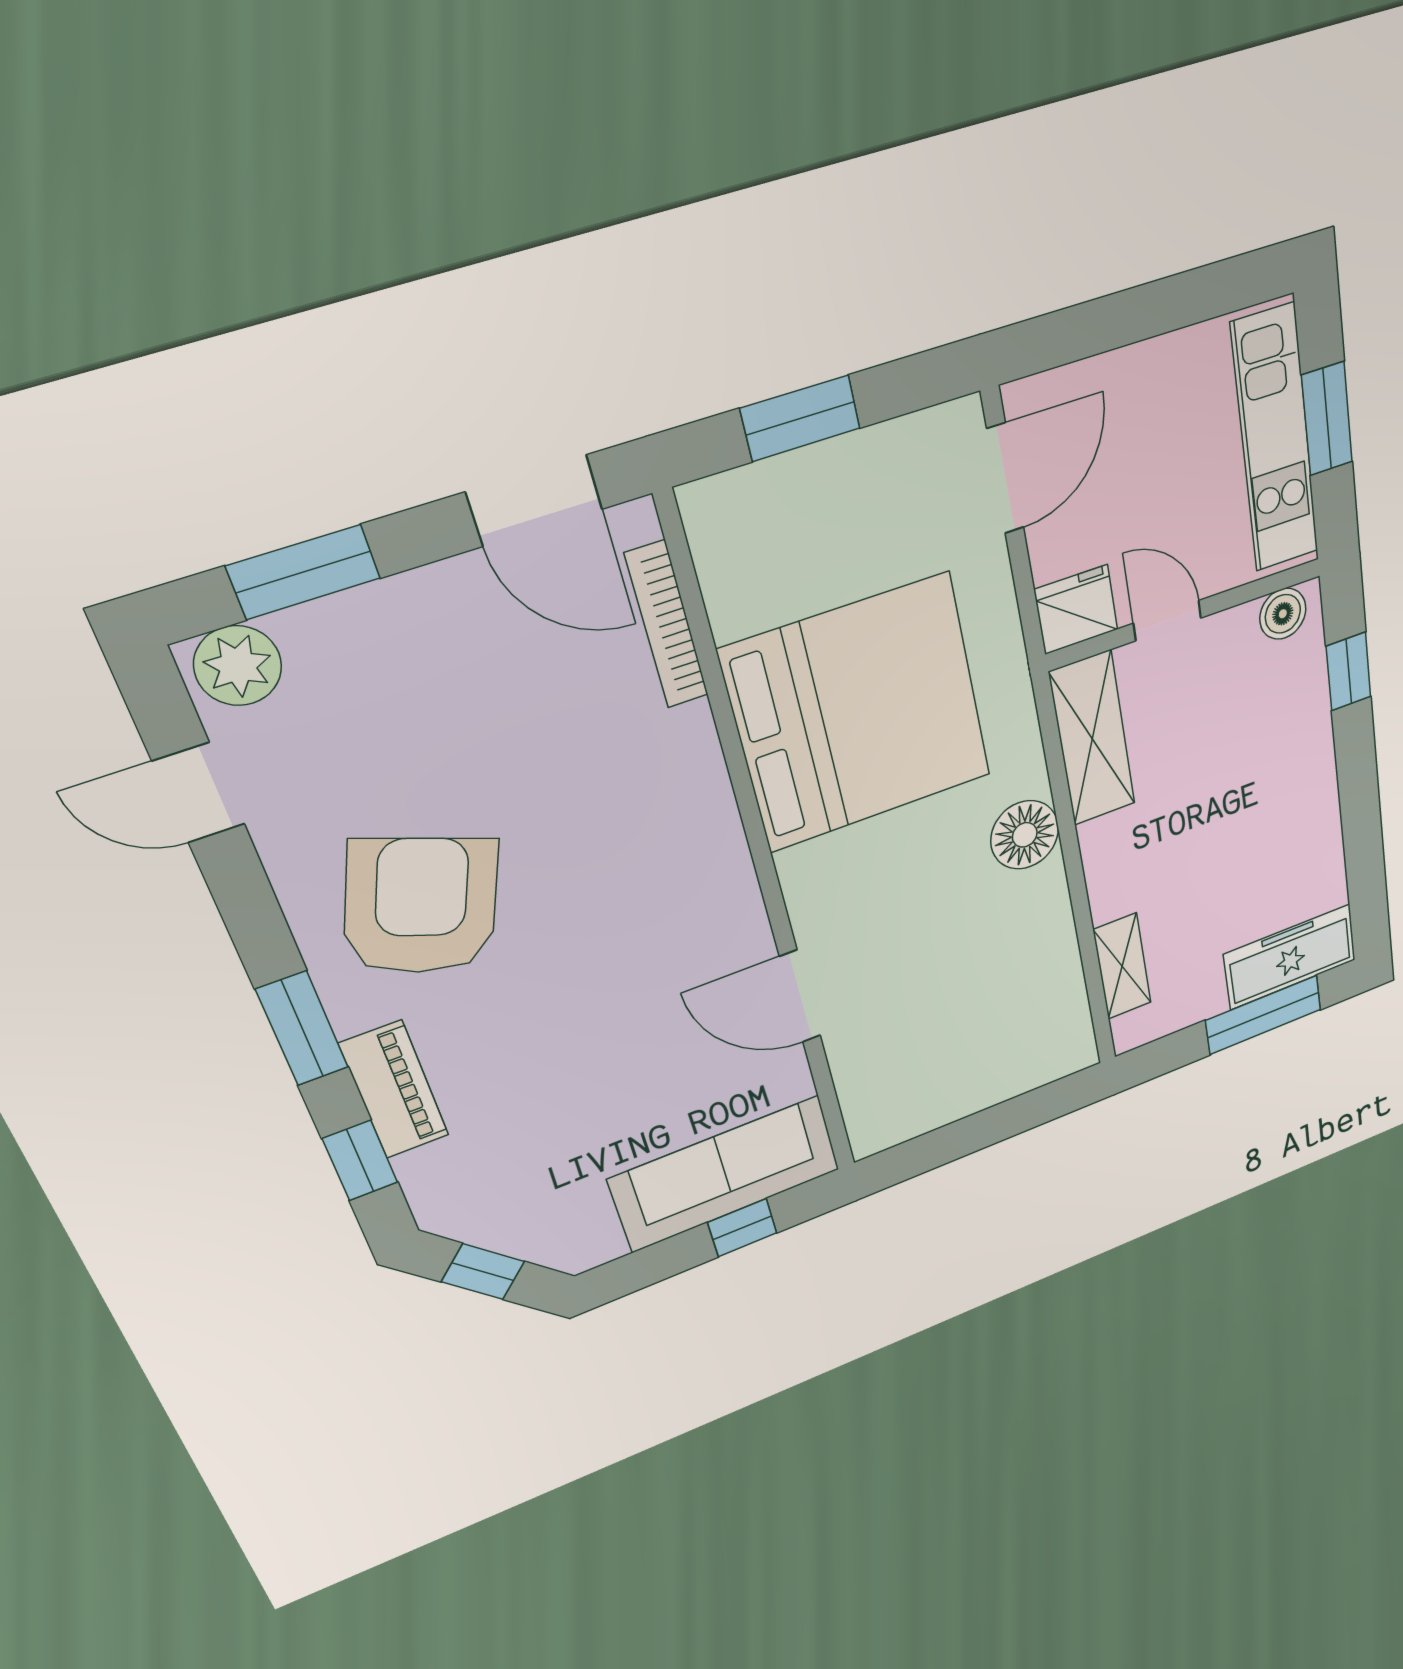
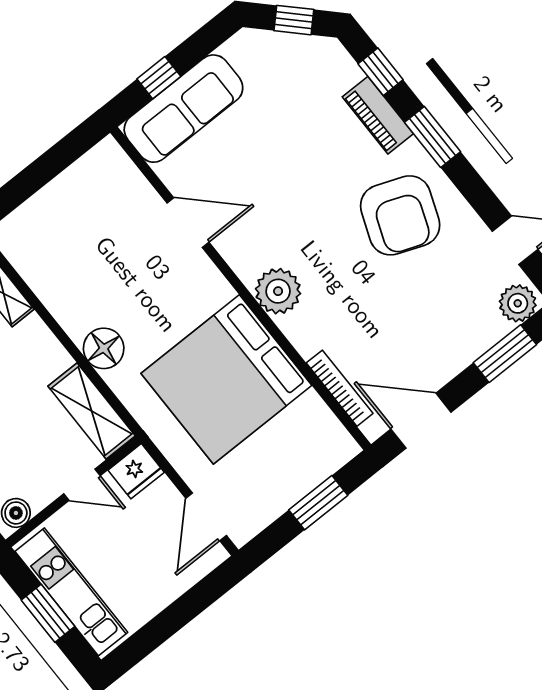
plant: (702, 839) -> (278, 291), added

